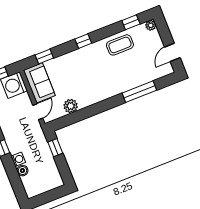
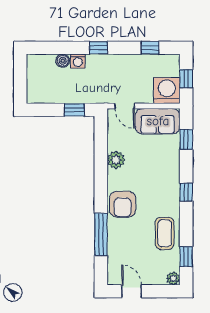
armchair: (111, 84) -> (123, 204), added
plant: (71, 106) -> (116, 160), moved

